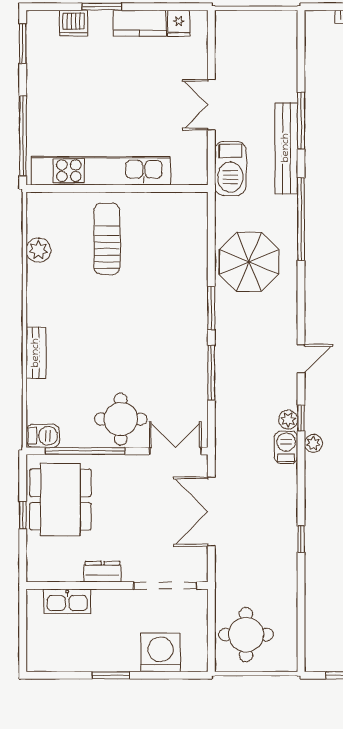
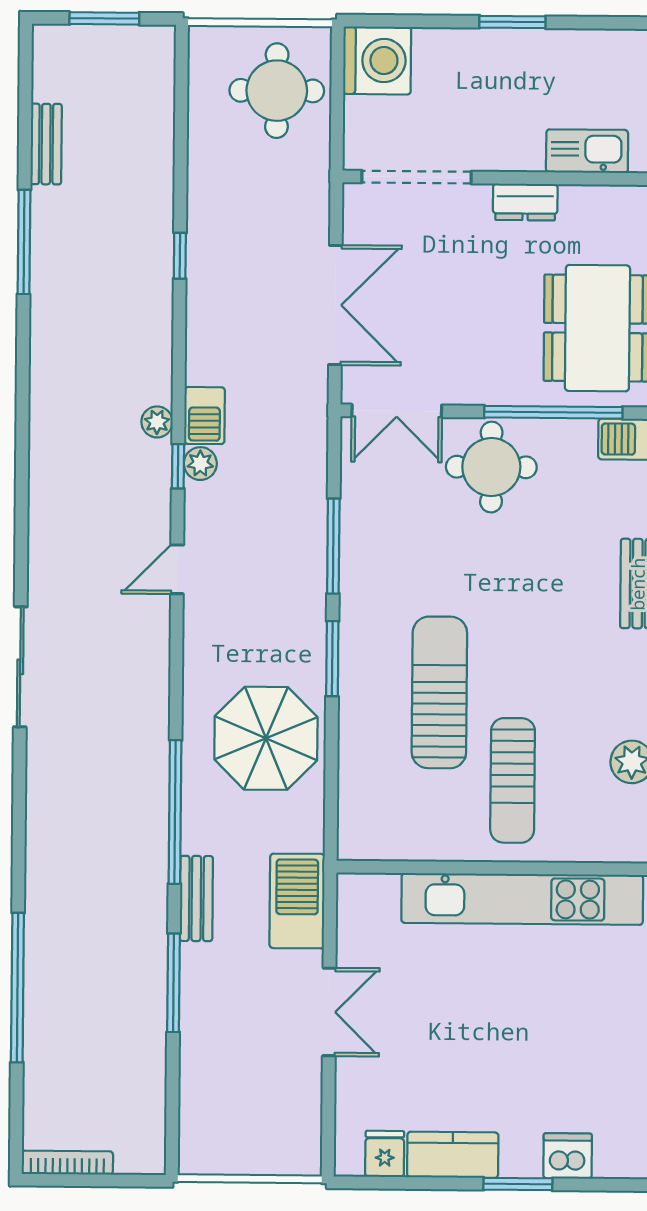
bench: (286, 148) -> (196, 898), width x0.54, depth x0.82
sun lounger: (149, 289) -> (439, 692), added
washing machine: (160, 652) -> (377, 60), moved, turned -90

